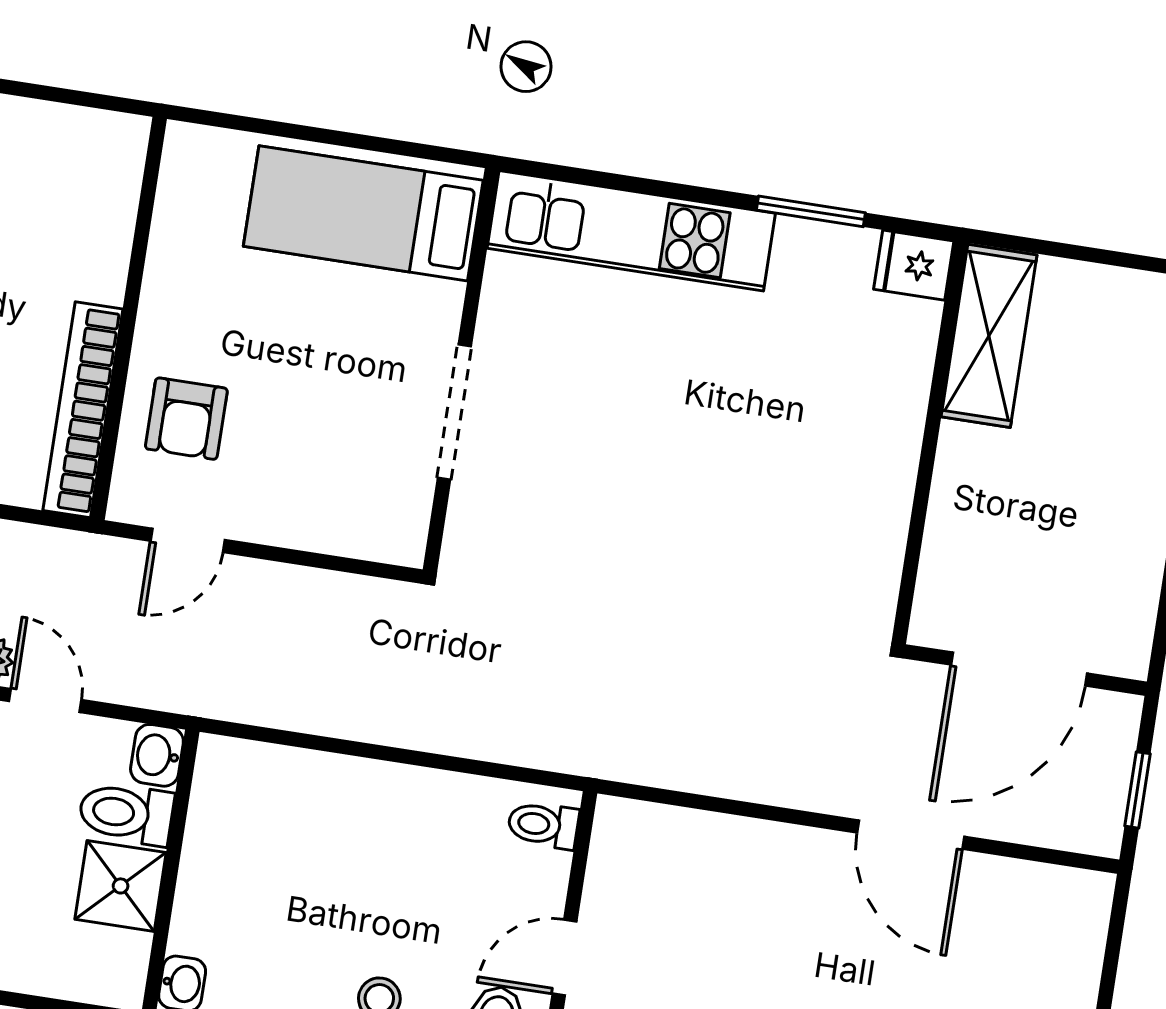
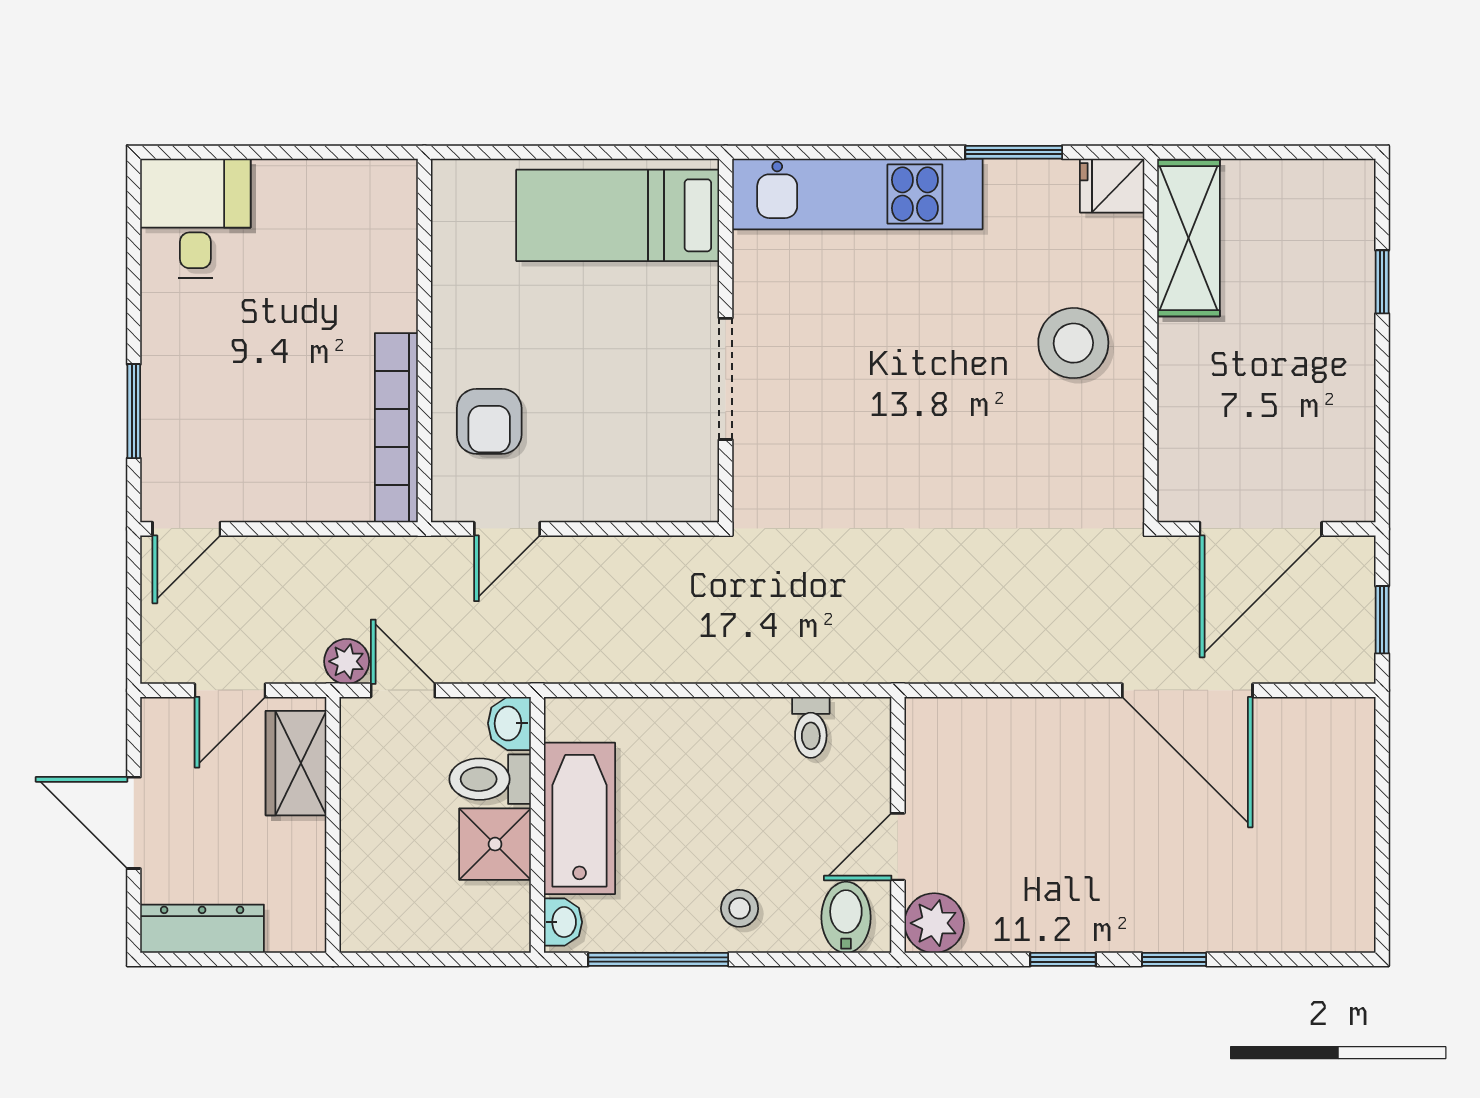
stool: (844, 432) -> (1073, 343), added
toilet: (543, 825) -> (811, 727), moved, turned -90
door: (911, 835) -> (1187, 690), width x1.36
bathtub: (218, 872) -> (579, 818), added

